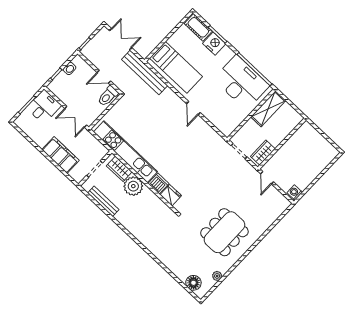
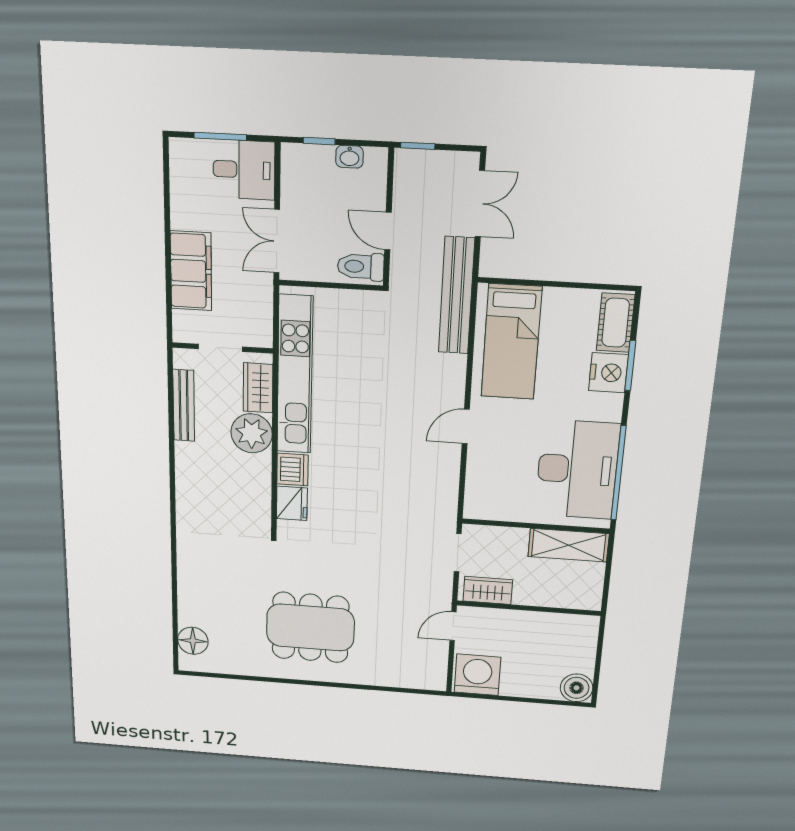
boiler: (330, 153) -> (577, 688), added
washing machine: (295, 193) -> (477, 675), width x1.89, depth x1.89
plant: (217, 276) -> (236, 666), removed

